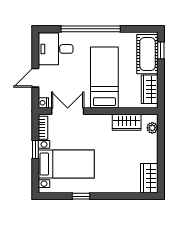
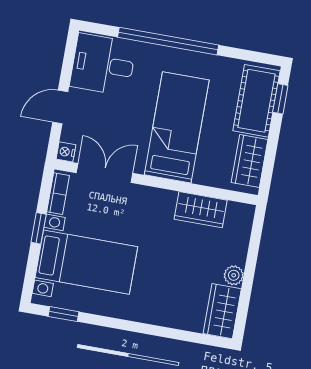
plant: (152, 128) -> (234, 275), moved
window: (81, 196) -> (64, 314), moved

